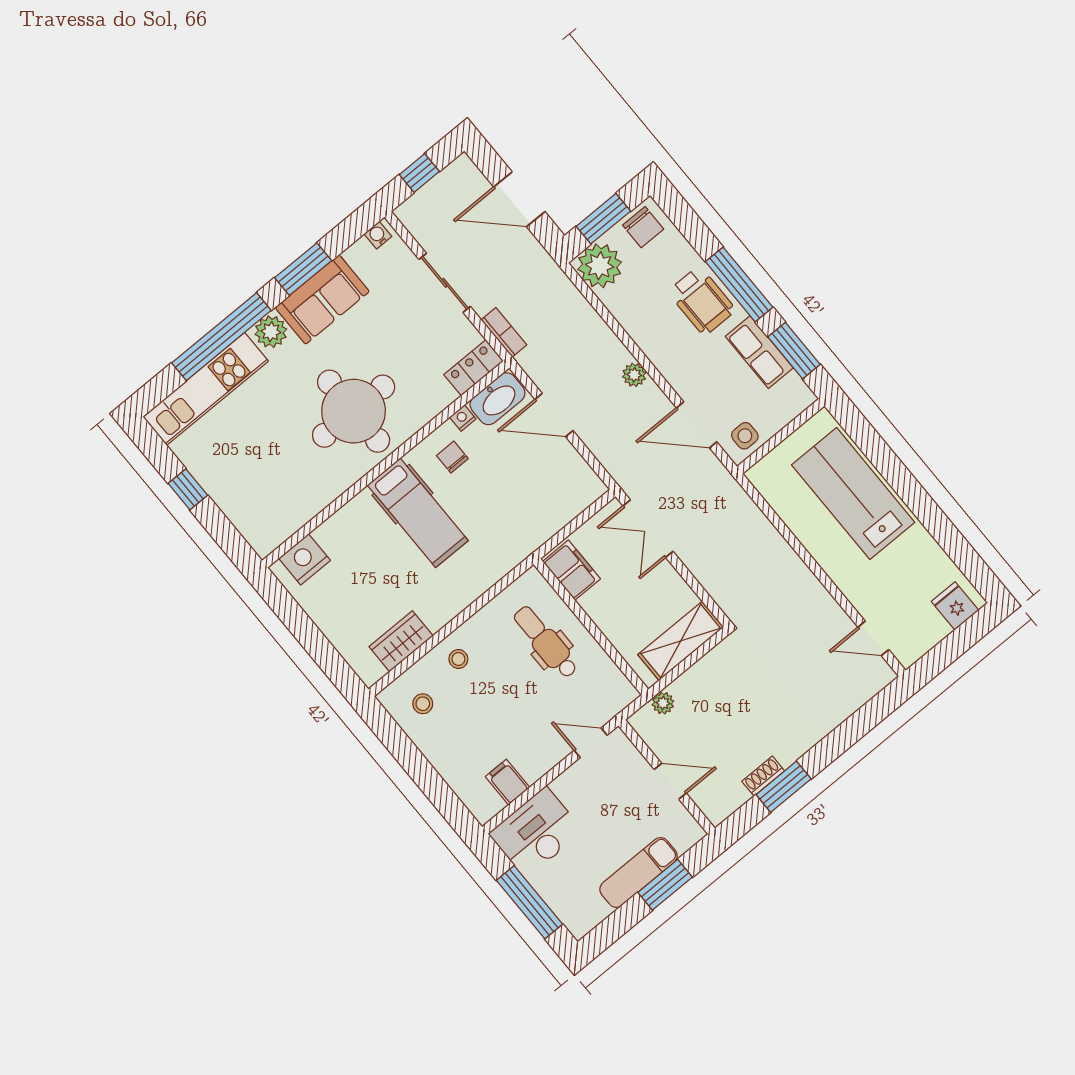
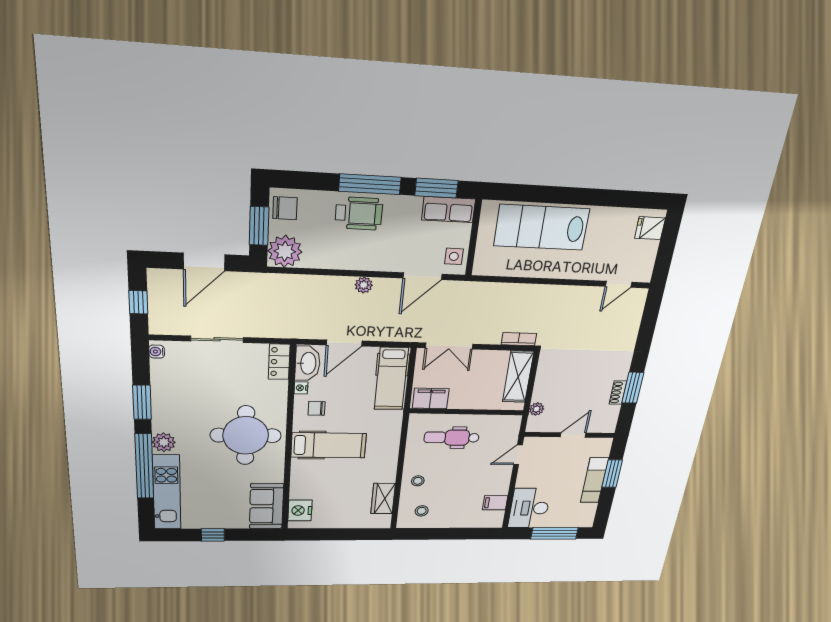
sofa: (322, 299) -> (266, 506), moved, turned 180
bookcase: (504, 332) -> (519, 339), moved
row of seats: (759, 352) -> (449, 210), moved
hospital bed: (557, 504) -> (391, 379), added

